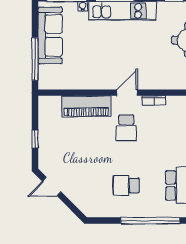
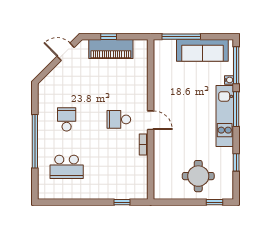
piano: (86, 106) -> (111, 49), moved, turned -90
door: (52, 186) -> (66, 52), hinge flipped

